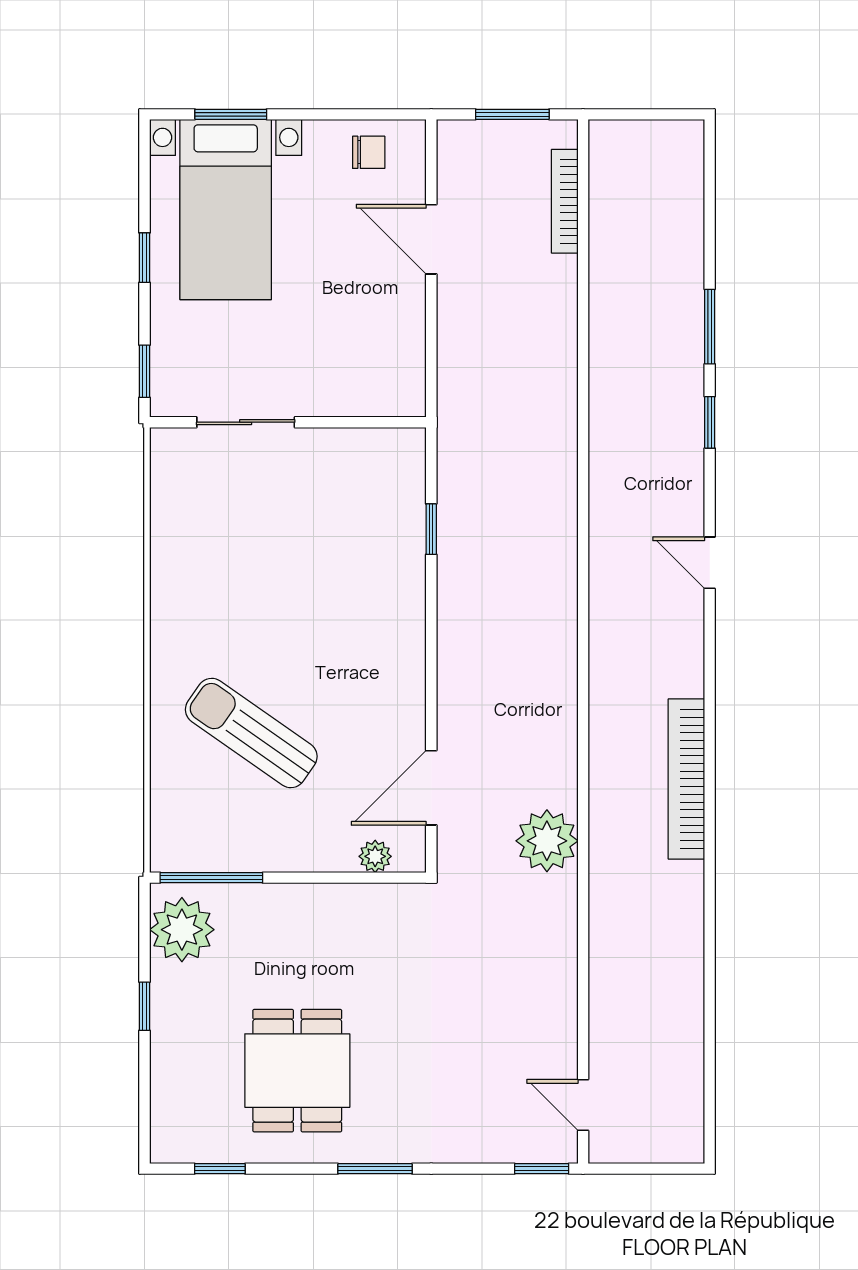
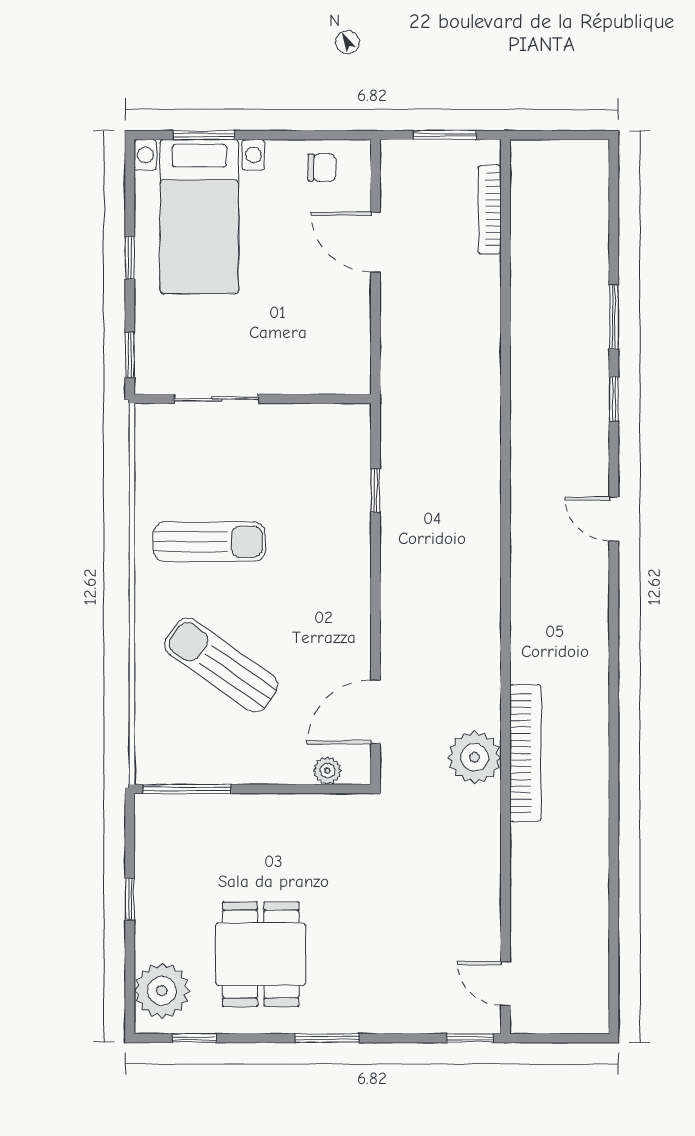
sun lounger: (237, 589) -> (209, 542), added
bookcase: (686, 779) -> (525, 753), moved, turned 180
plant: (182, 930) -> (162, 991), moved

